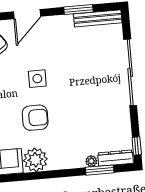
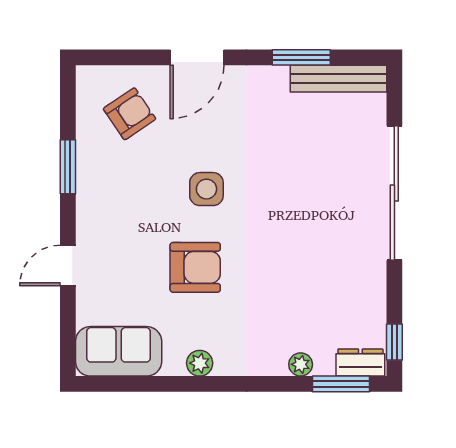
dresser: (116, 158) -> (360, 362), width x0.70
plant: (35, 160) -> (200, 363), width x0.53, depth x0.53
window: (100, 170) -> (341, 384), moved

